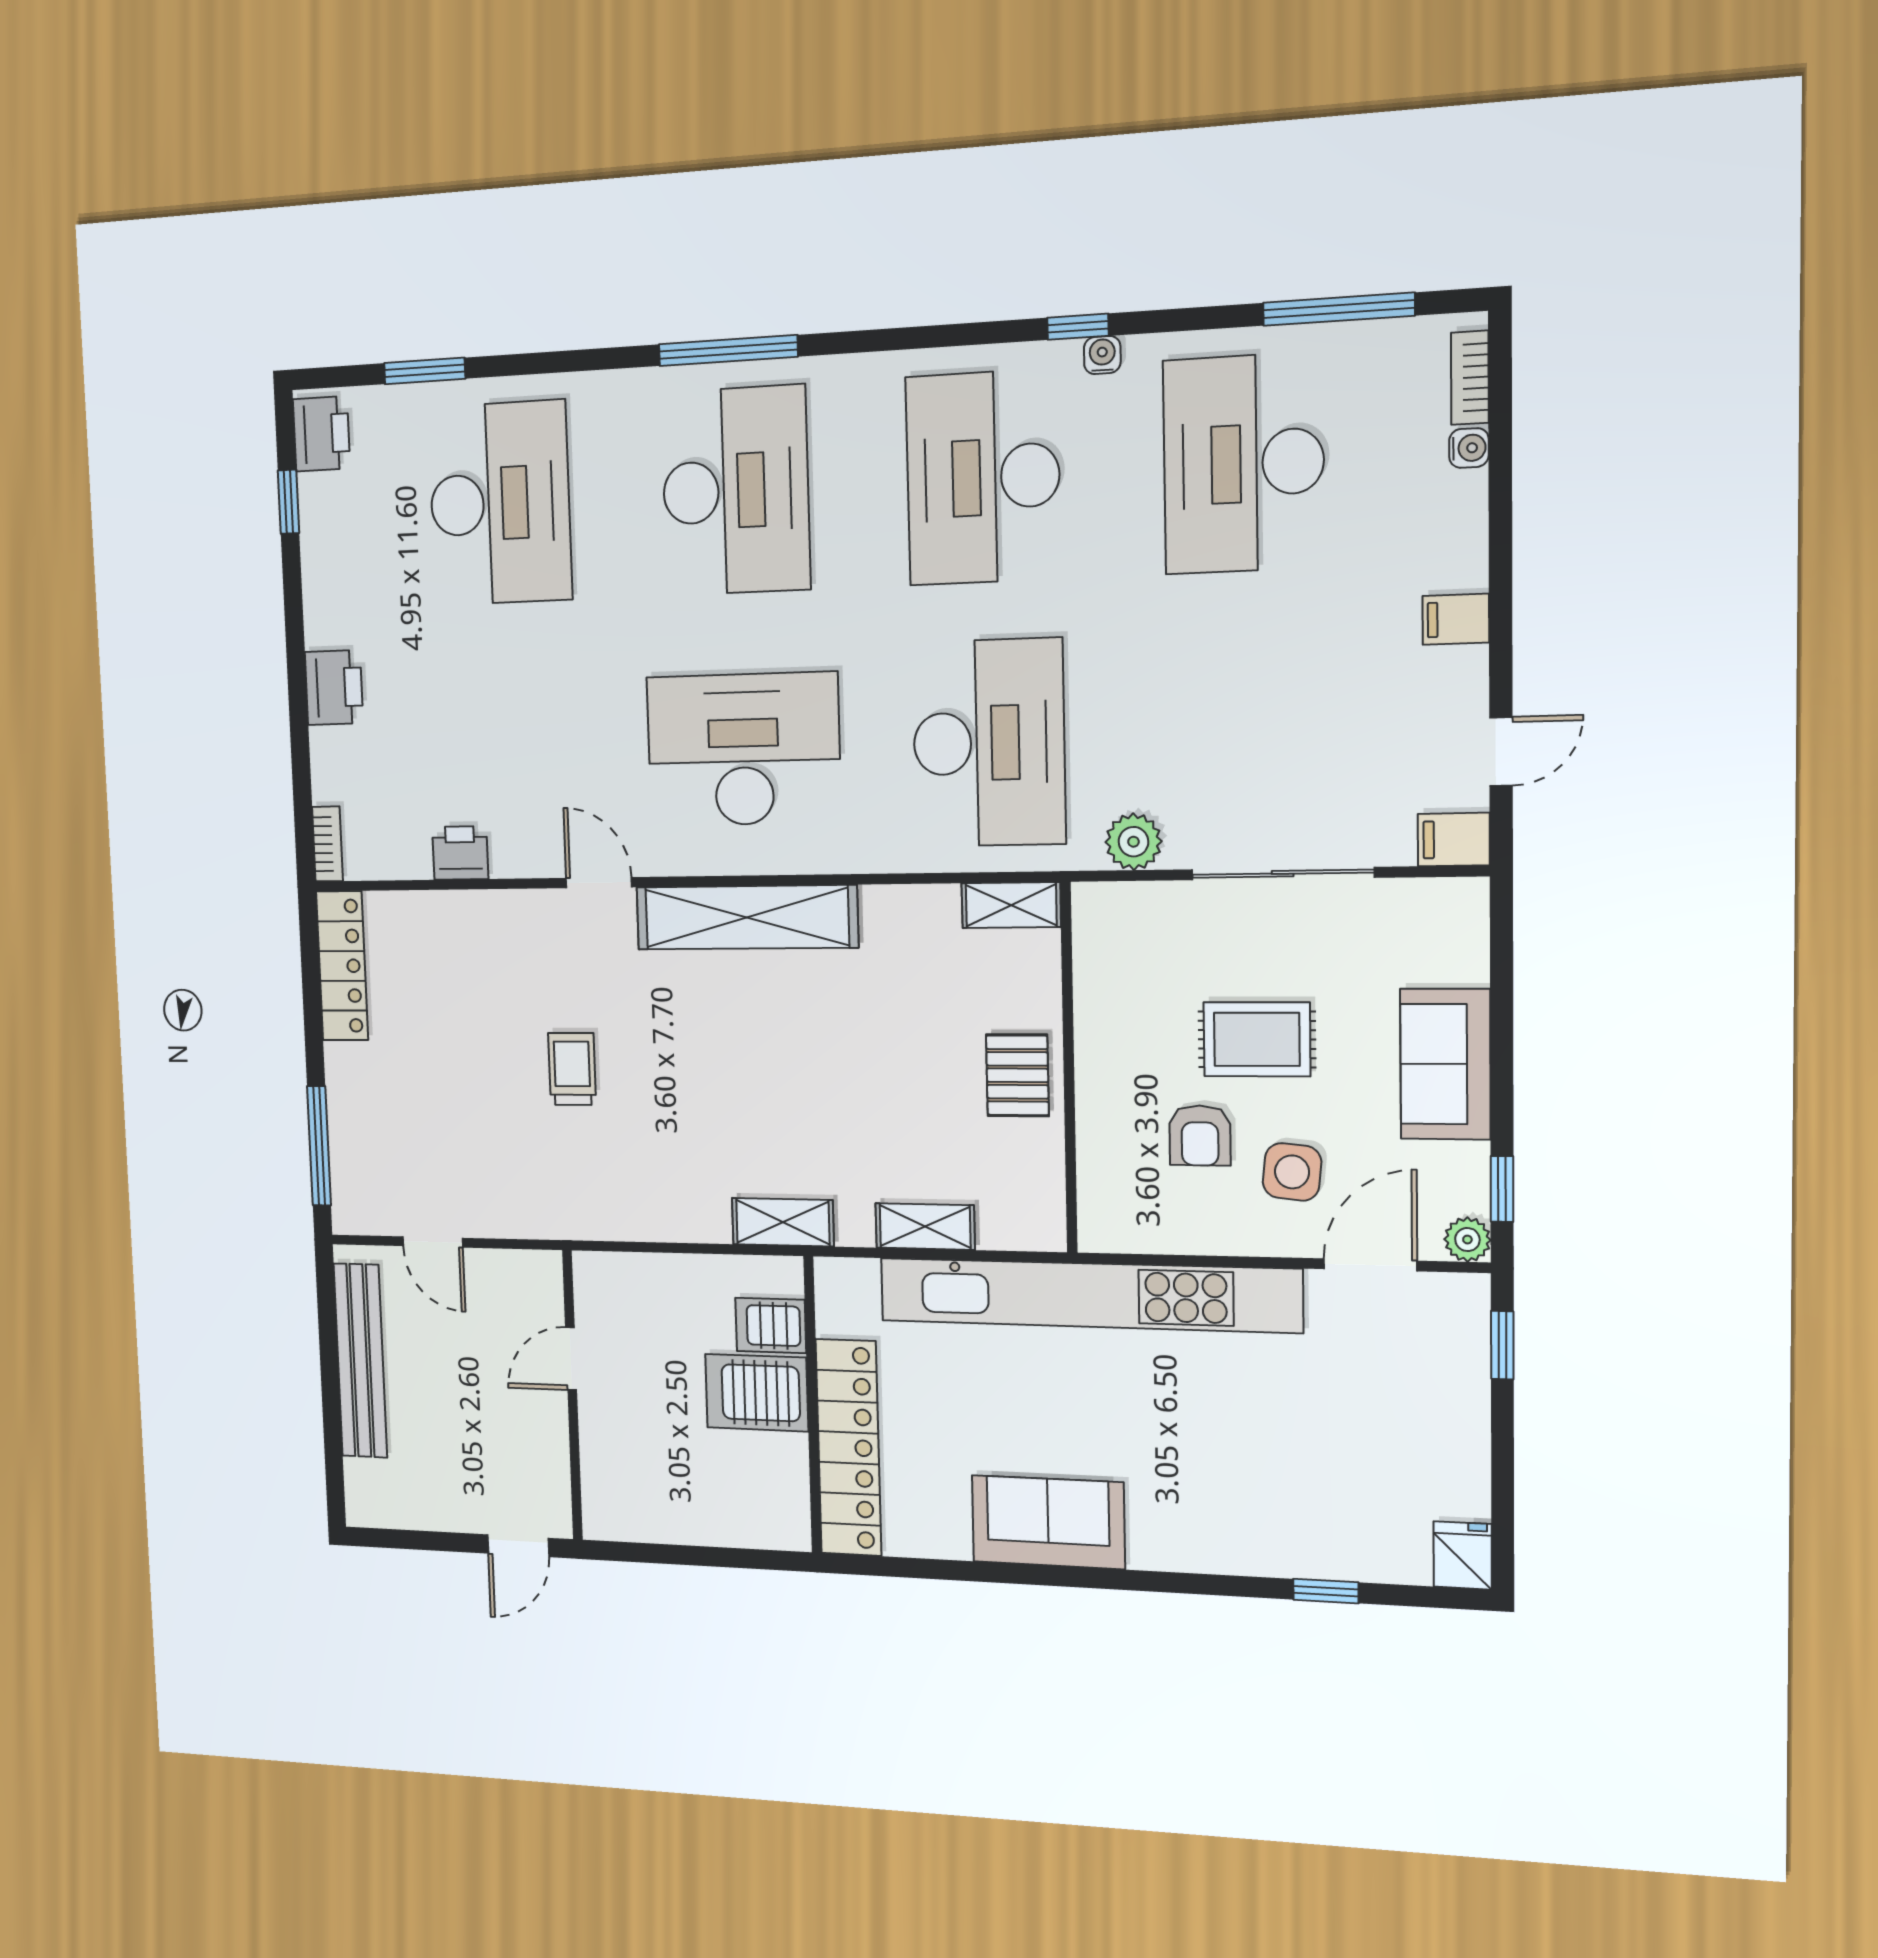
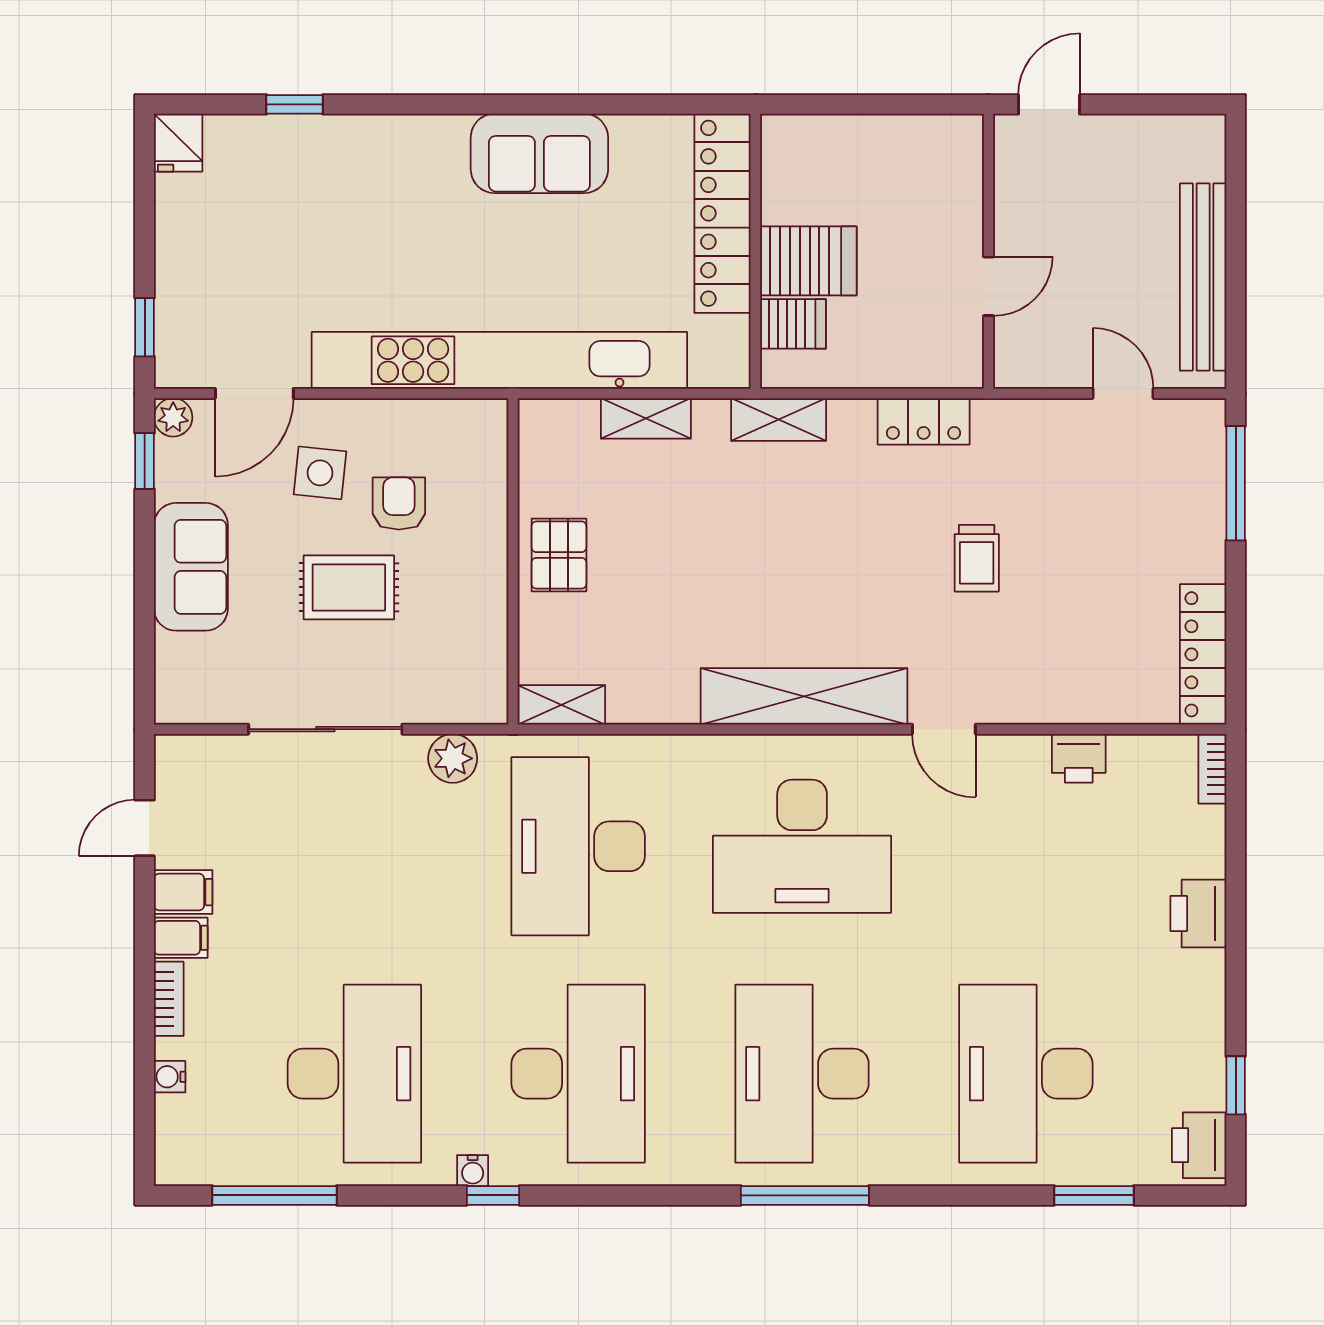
bookcase: (1470, 378) -> (169, 999), moved
filing cabinet: (1454, 839) -> (183, 892), moved
locker: (632, 1217) -> (924, 421), added

